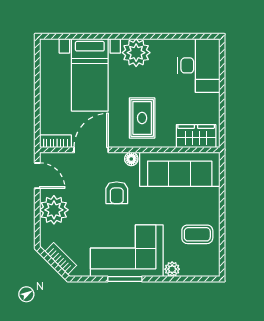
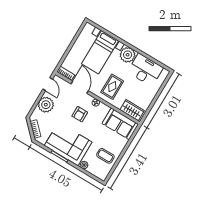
desk: (199, 65) -> (145, 70), moved, turned -90
door: (91, 150) -> (80, 87), hinge flipped
sofa: (180, 169) -> (120, 124), width x0.73

